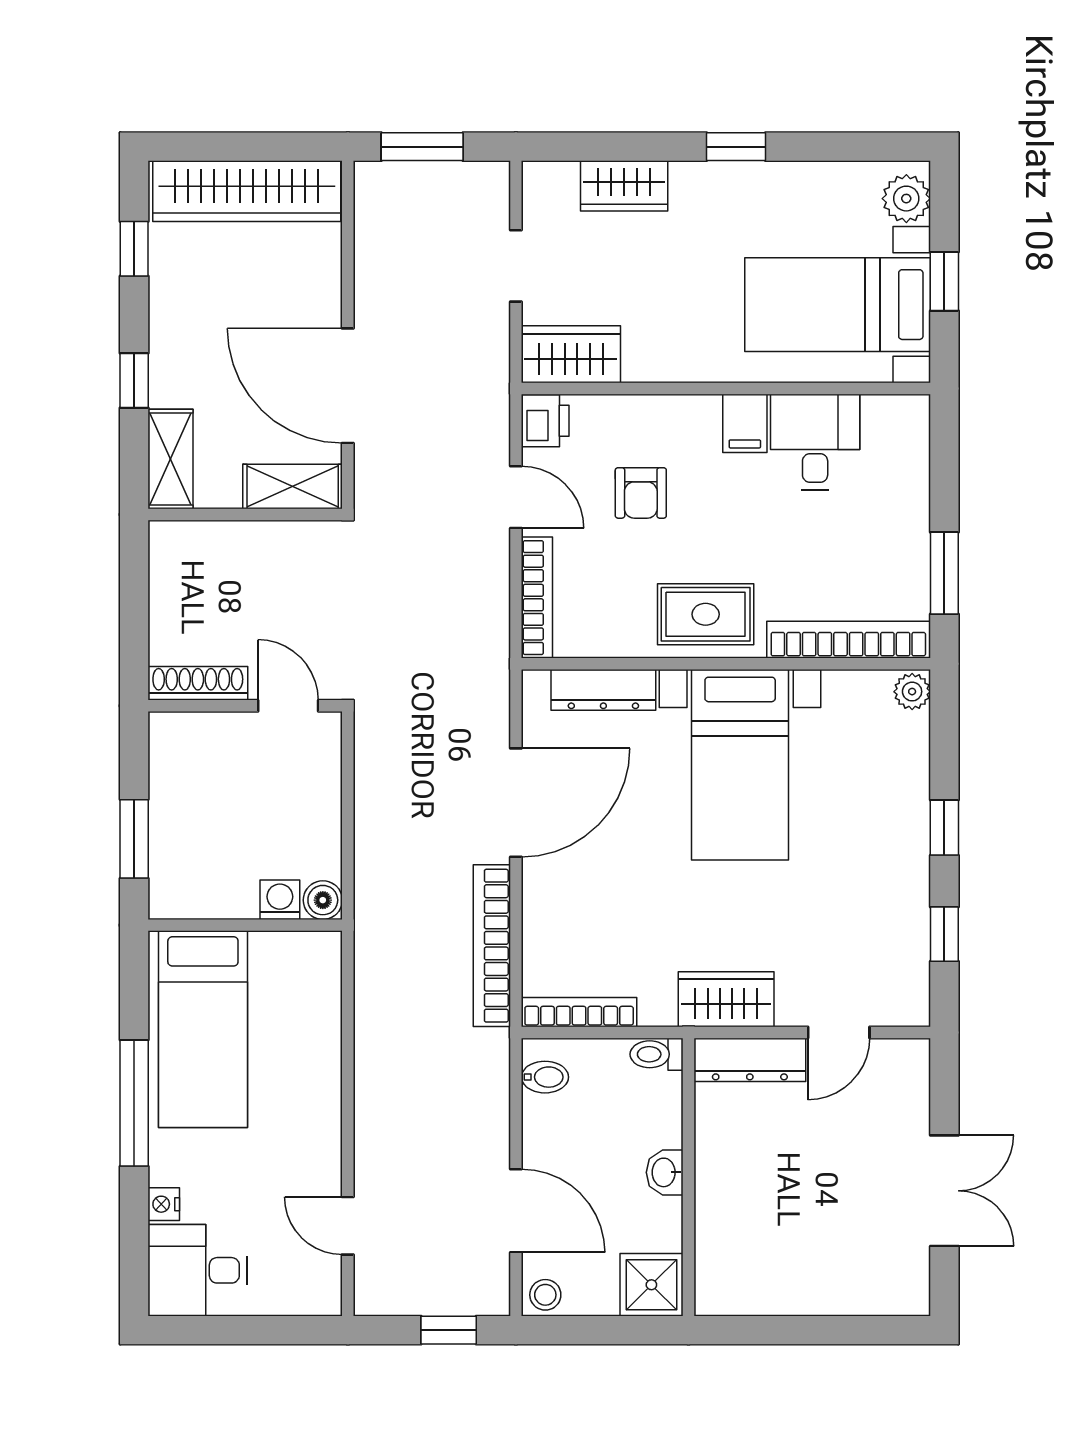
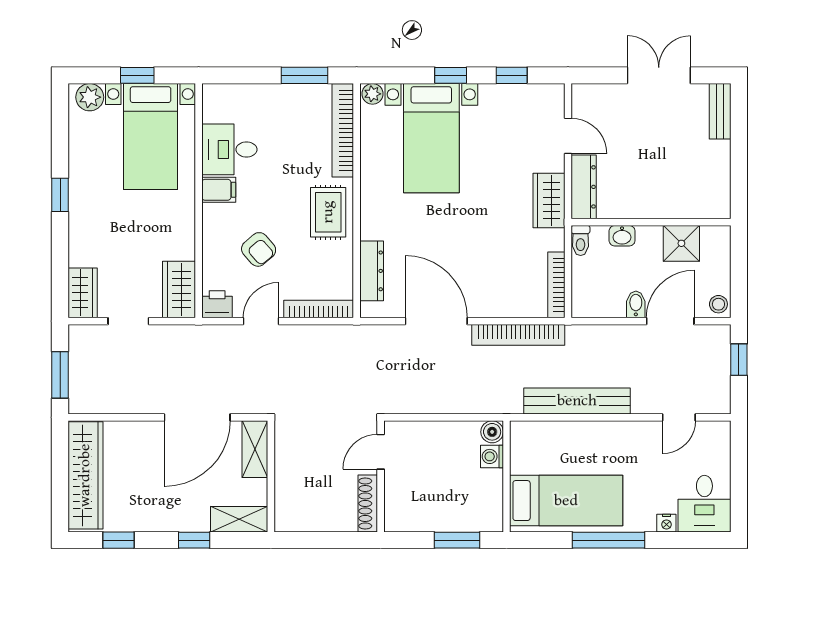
wardrobe: (624, 186) -> (83, 293), moved
armchair: (641, 493) -> (259, 249), turned 49
bed with nightstands: (740, 765) -> (431, 138), moved, turned 90
bench: (376, 1048) -> (577, 401), added
bidet: (545, 1077) -> (636, 304), moved
washbasin: (665, 1172) -> (622, 236), moved
shower: (651, 1285) -> (681, 243), moved
bench: (882, 1298) -> (720, 111), added

